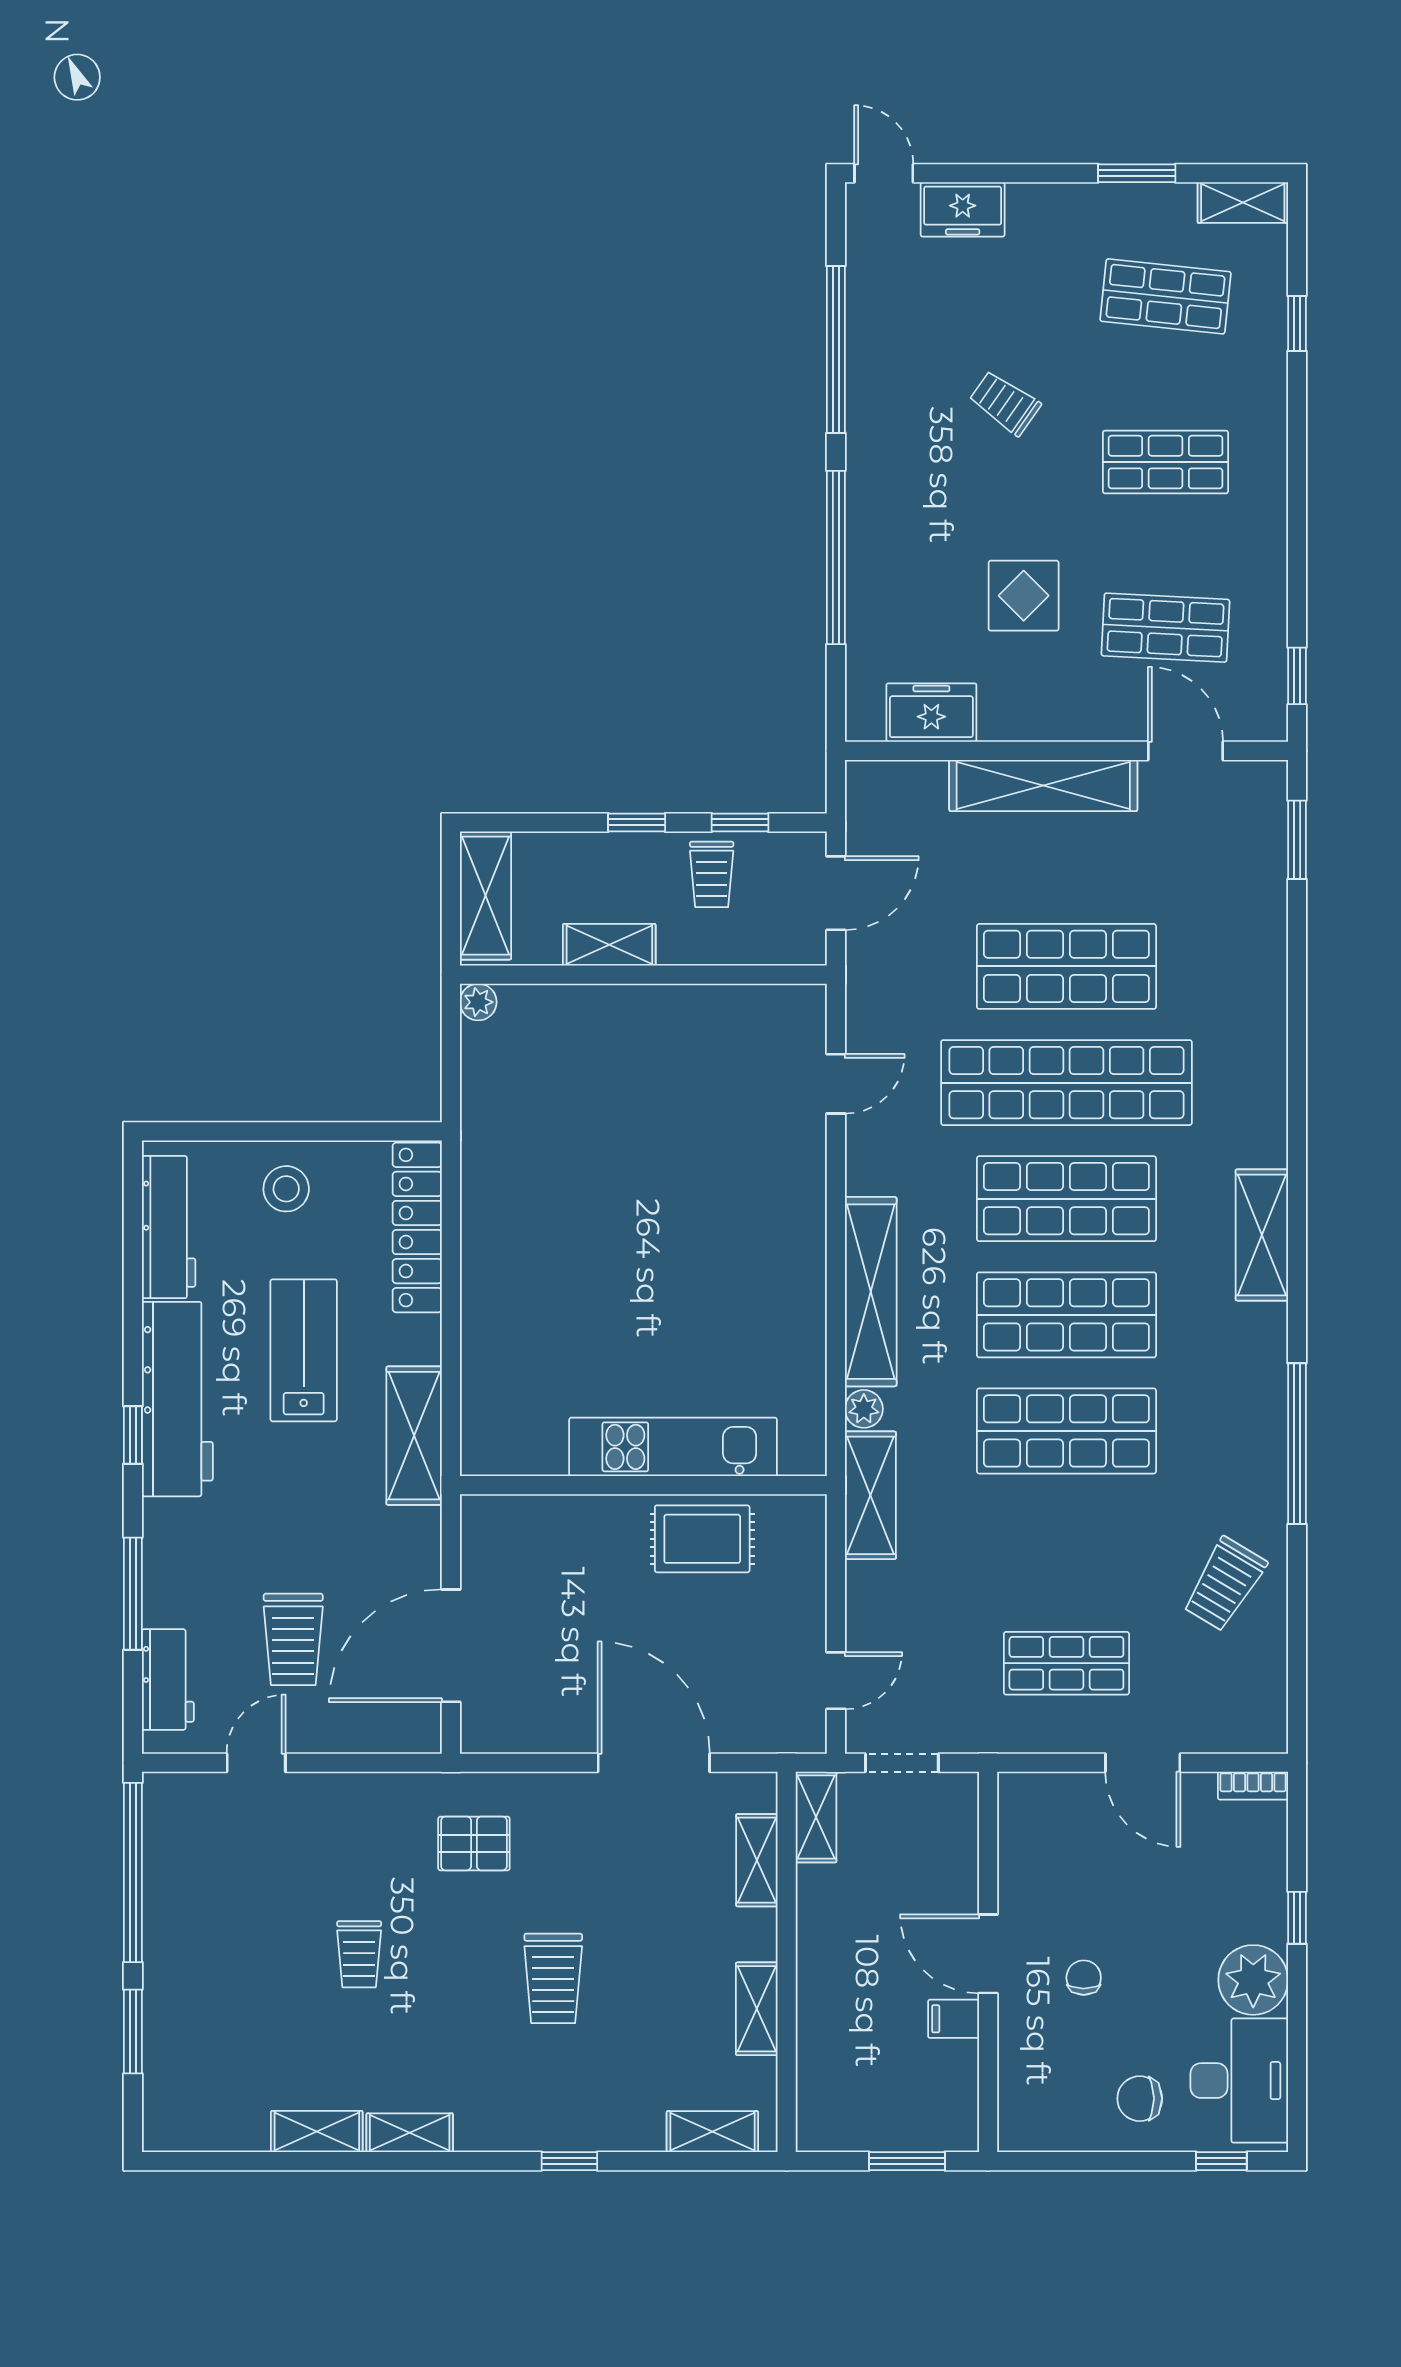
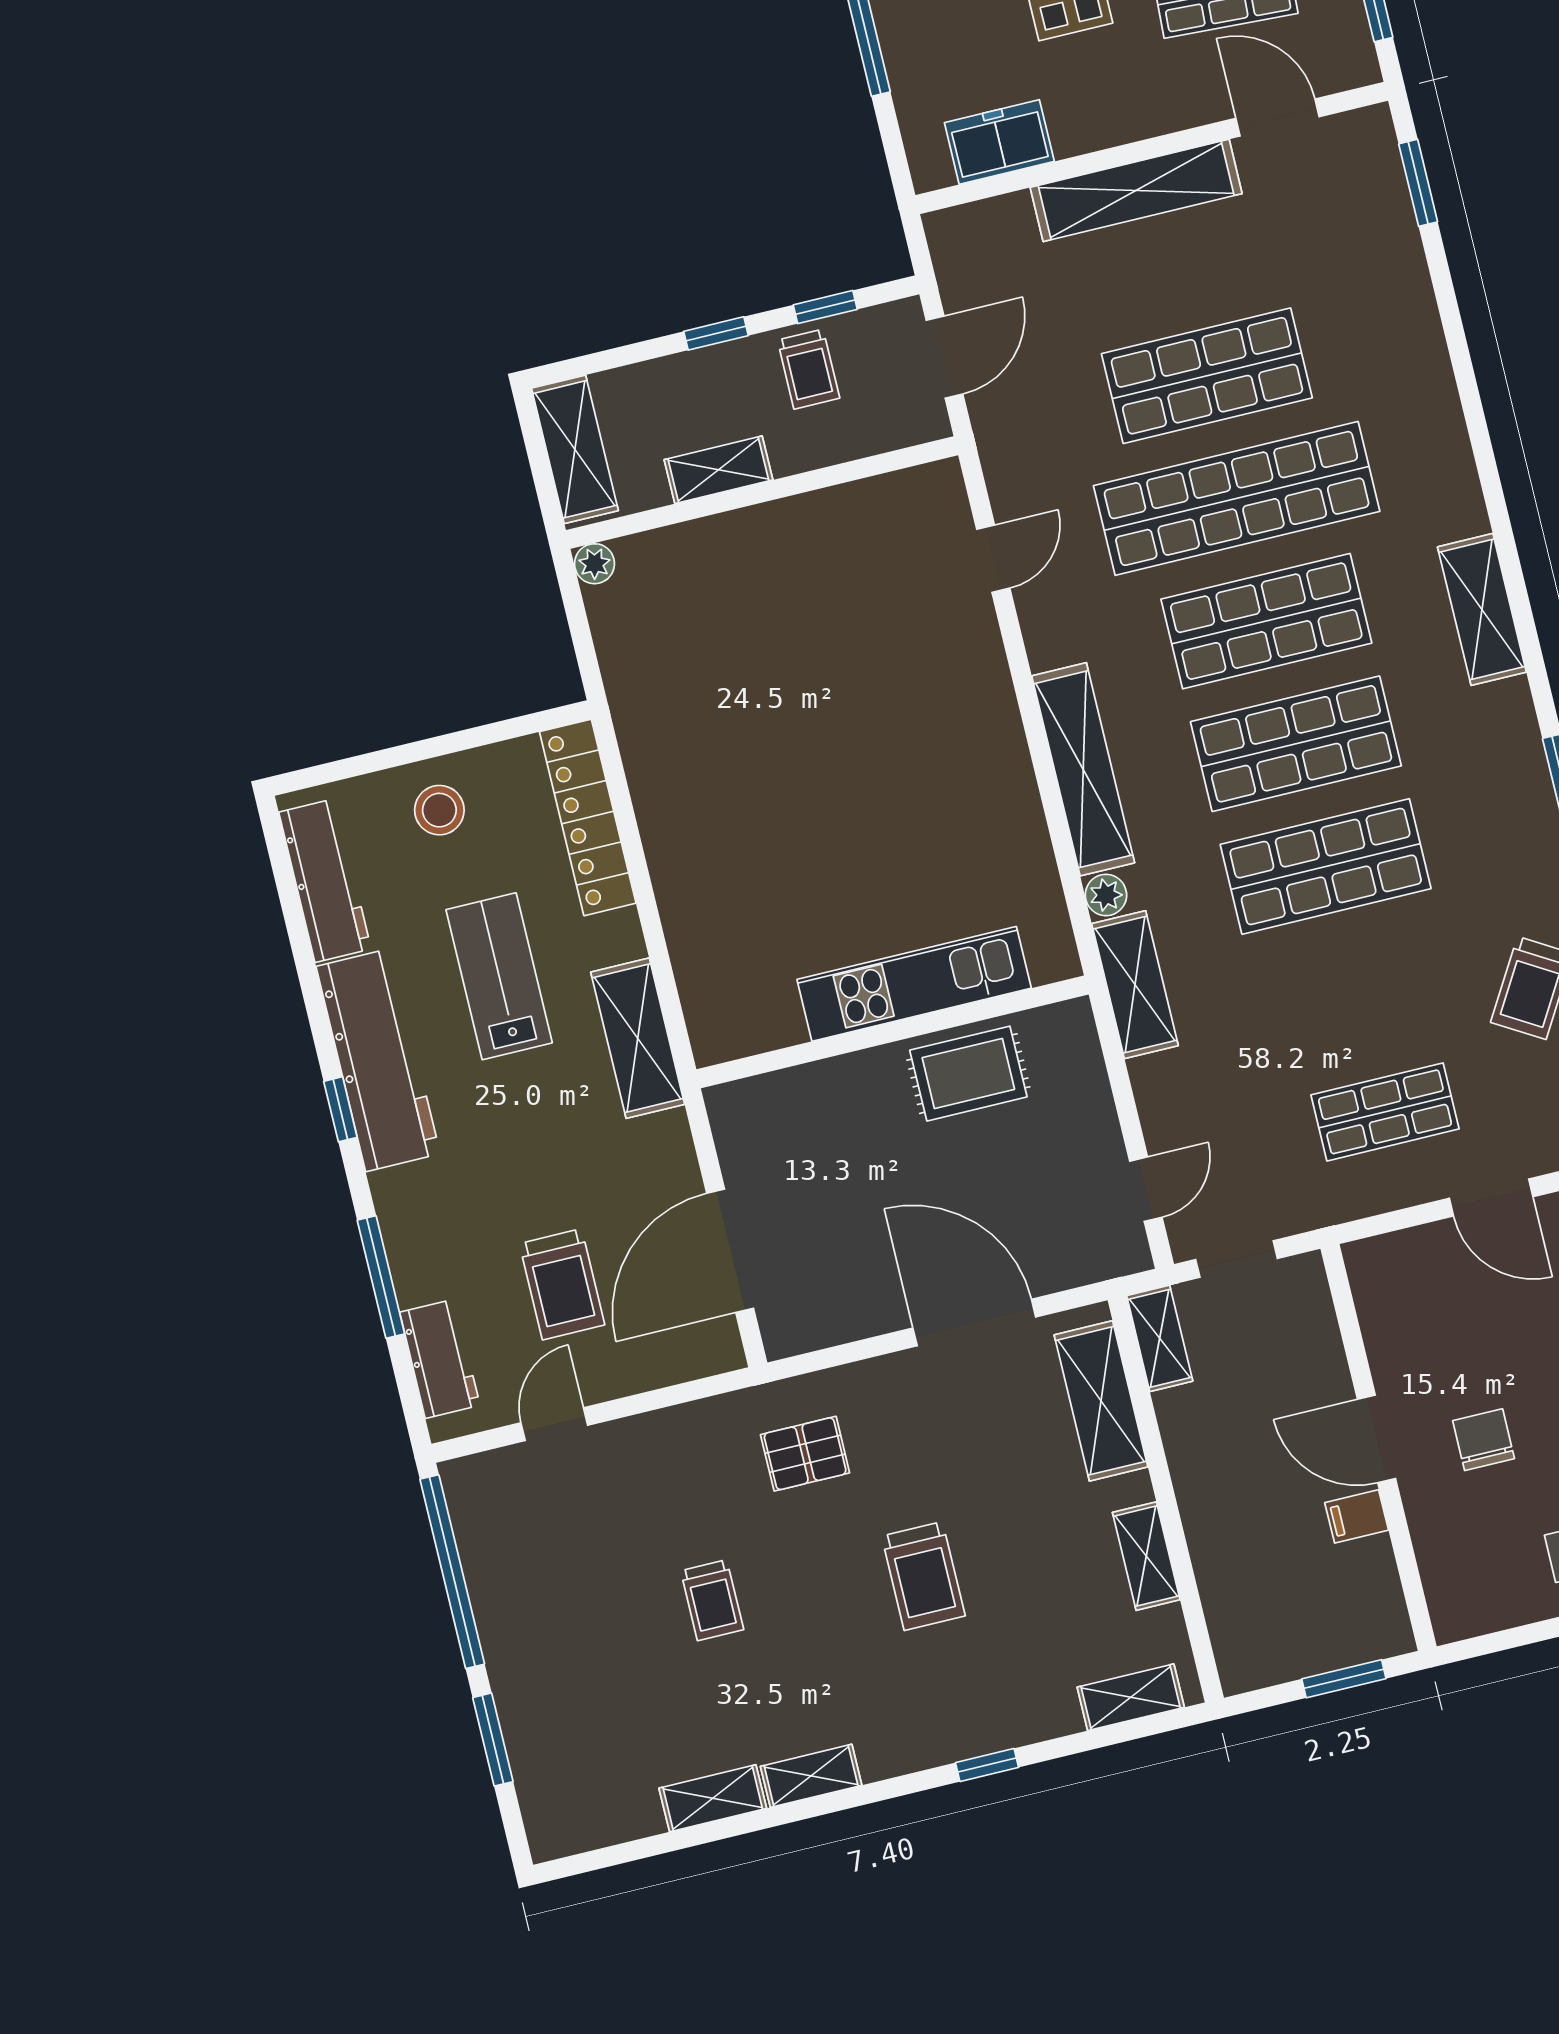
shelving: (757, 1860) -> (1101, 1401), width x1.50, depth x1.33
chair: (1084, 1978) -> (1484, 1440), width x1.37, depth x1.37

